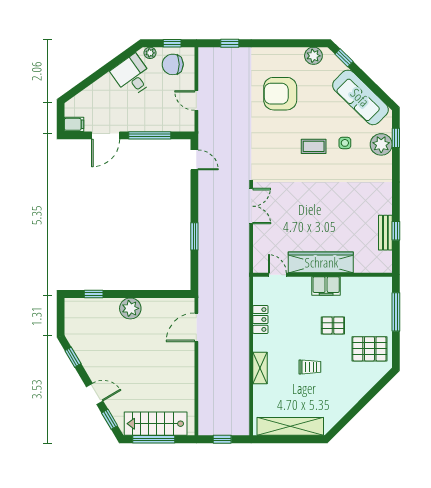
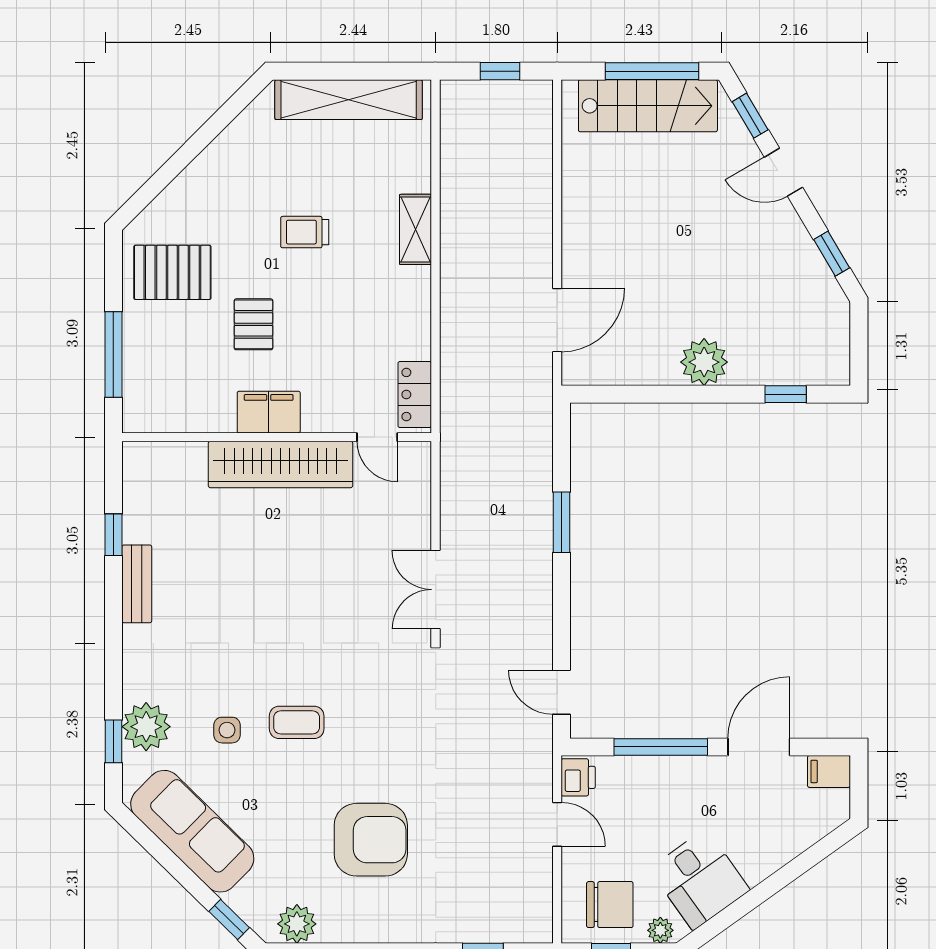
printer: (187, 122) -> (578, 777), added
bench: (385, 233) -> (137, 584), moved
locker: (260, 319) -> (415, 395), moved
pallet: (333, 325) -> (254, 324), turned 90

